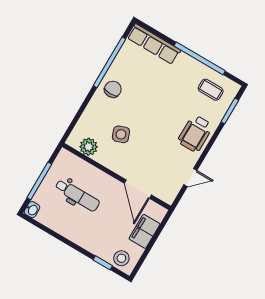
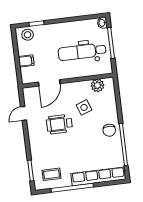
row of seats: (154, 44) -> (98, 176), width x1.36
wheelchair: (195, 133) -> (59, 124), moved, turned -90
door: (138, 189) -> (49, 83), swing flipped
dental chair: (77, 195) -> (82, 52), width x1.36, depth x1.38
filing cabinet: (144, 231) -> (26, 61), width x0.50

